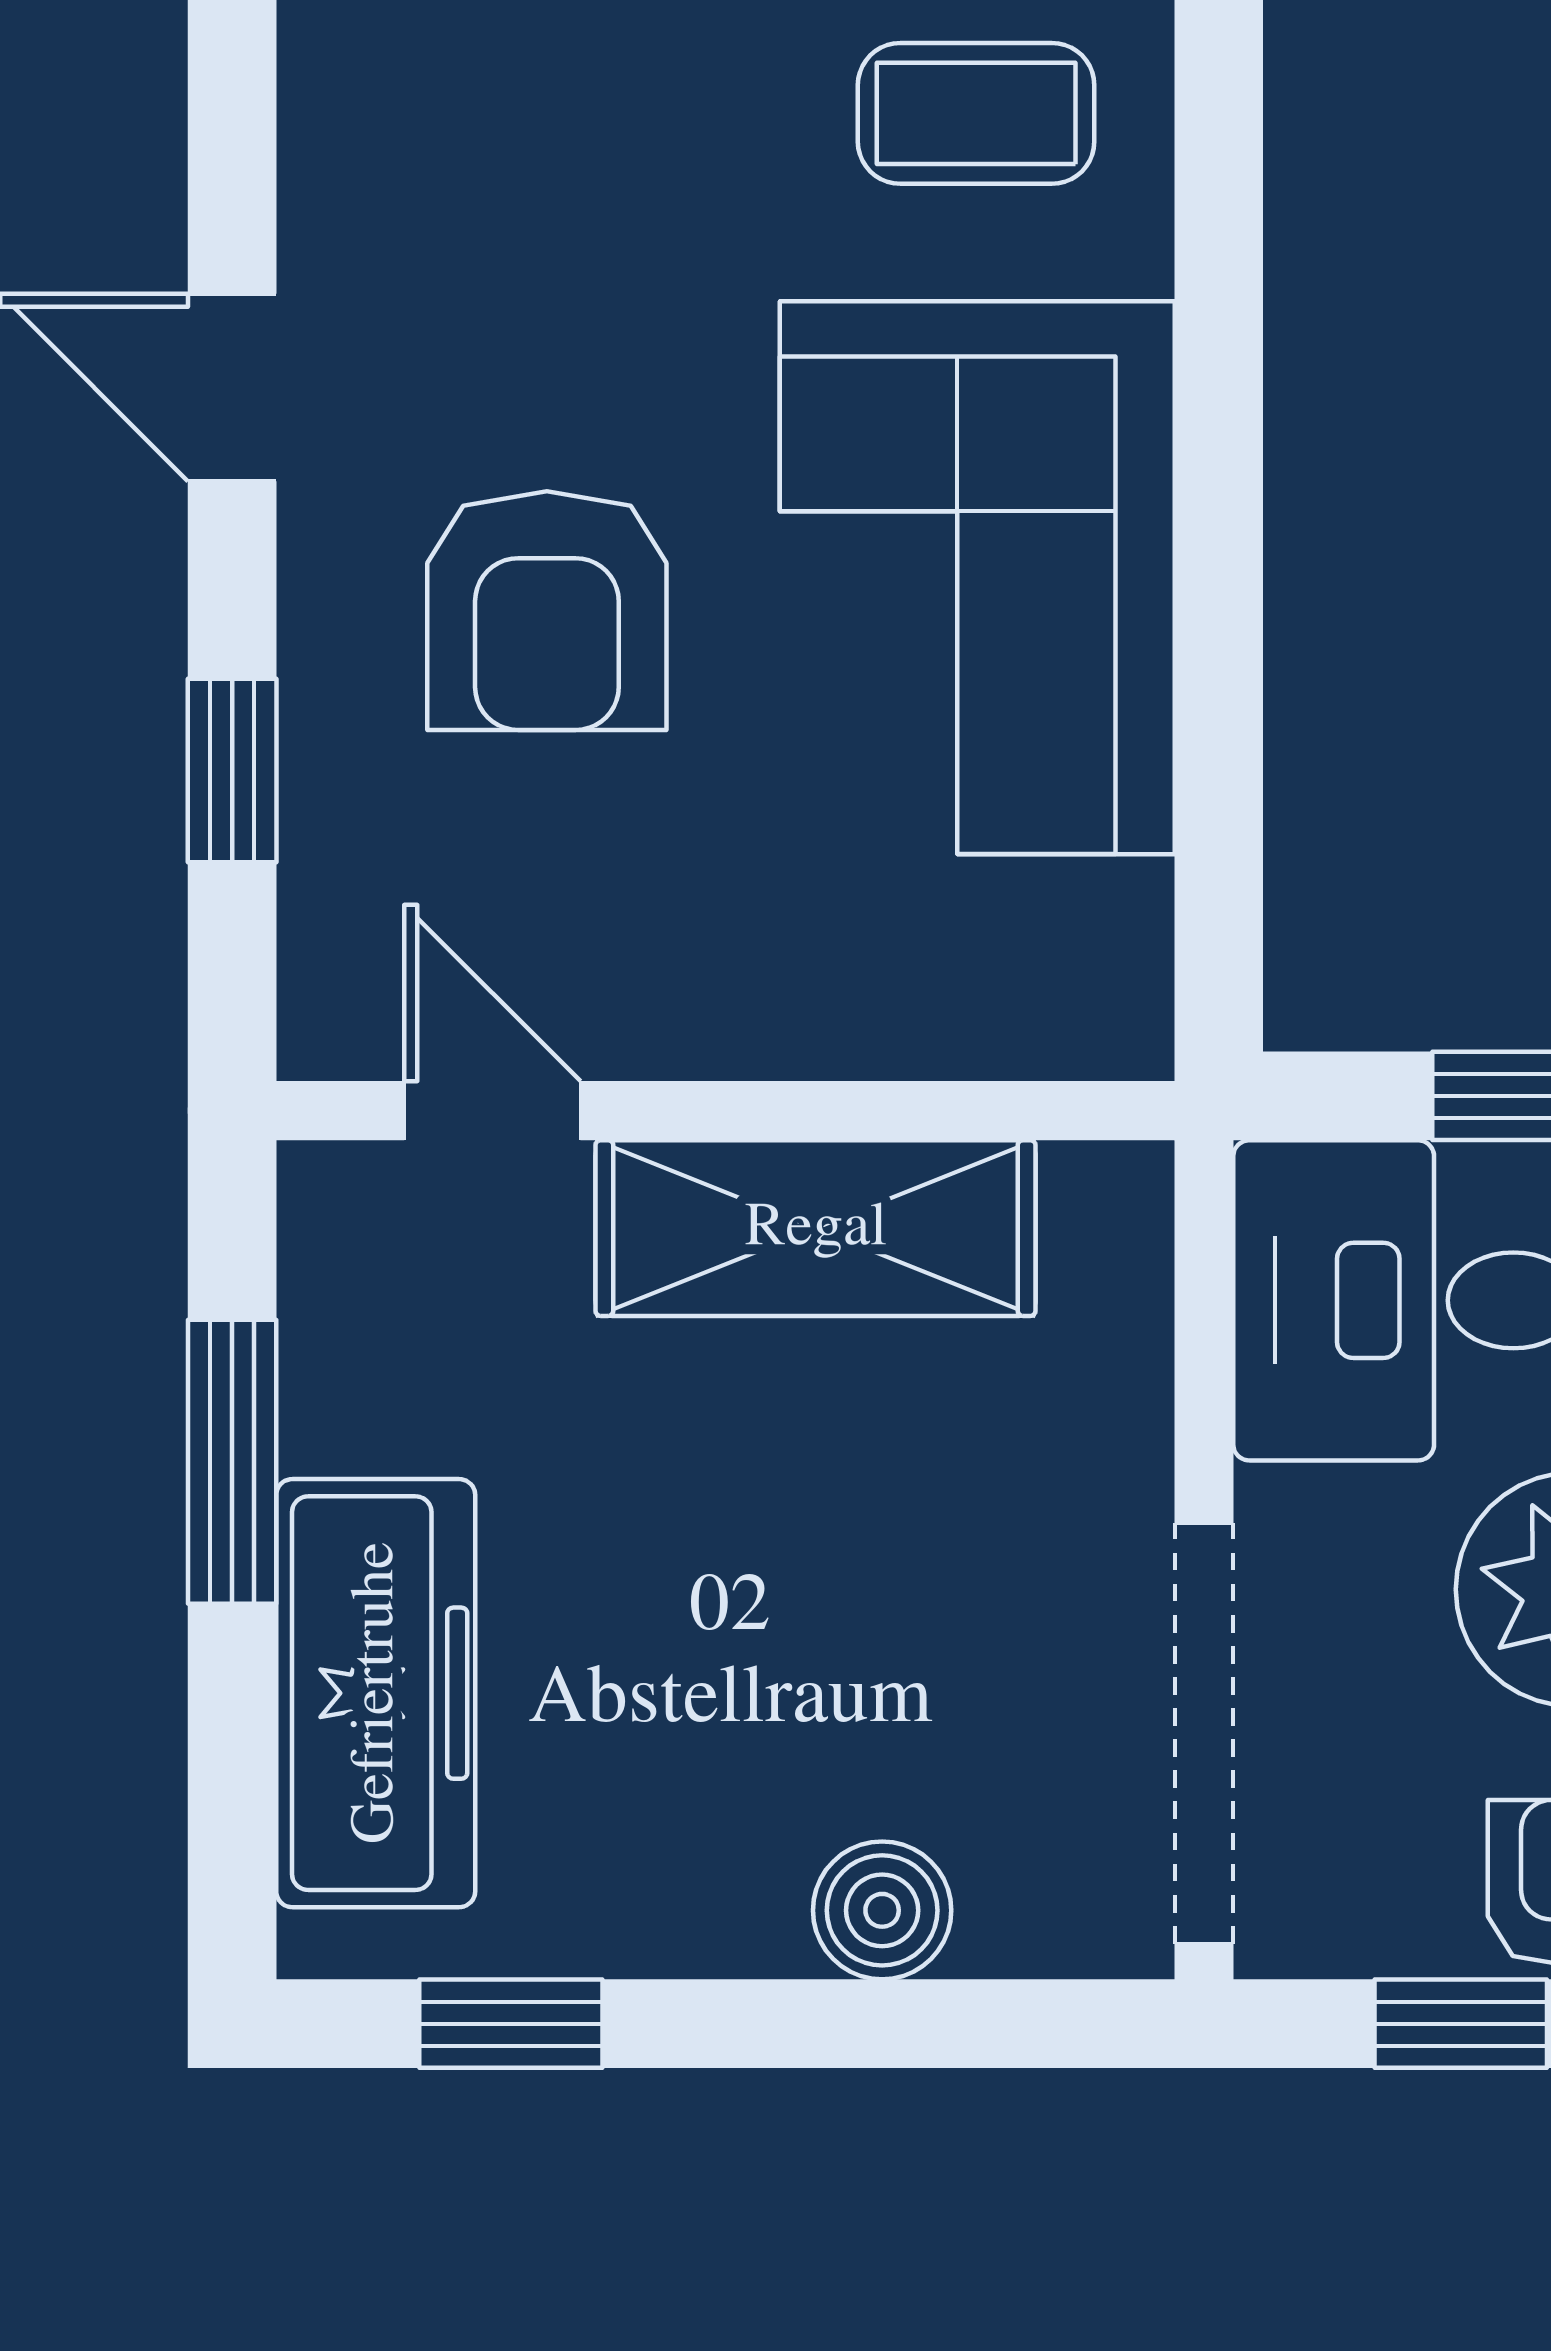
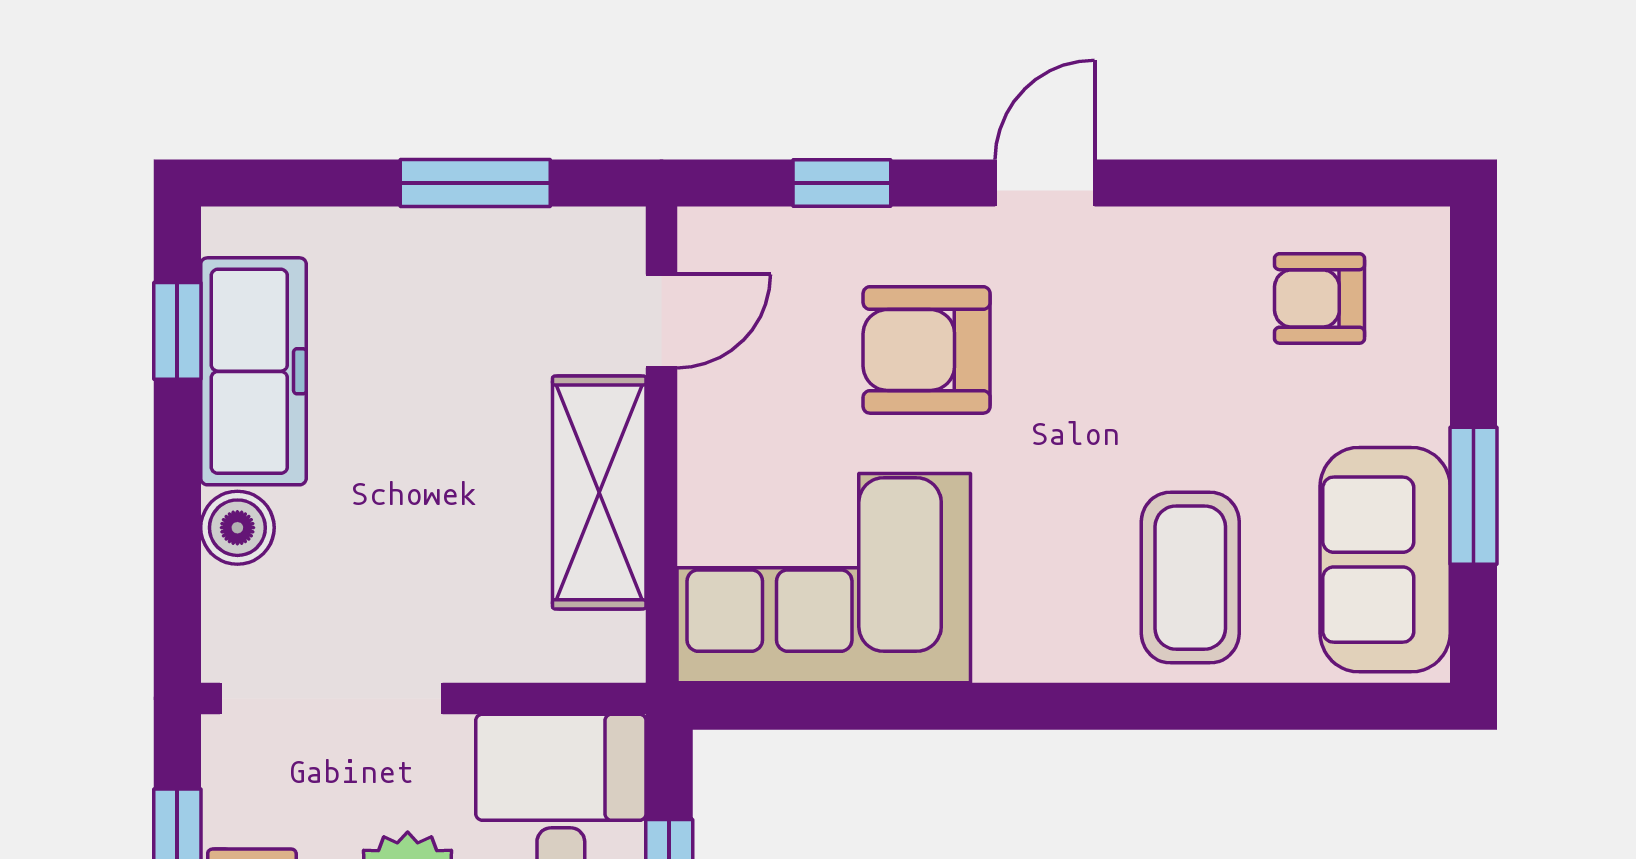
coffee table: (976, 113) -> (1190, 578), width x1.36, depth x1.30
corner sofa: (977, 578) -> (824, 578), moved
freezer: (376, 1693) -> (253, 371), moved, turned -90

